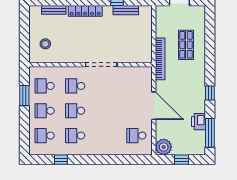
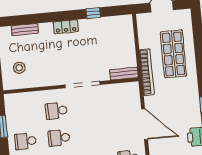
bench: (126, 10) -> (124, 74), moved
locker: (85, 11) -> (66, 27), width x0.66
shop shelf: (186, 45) -> (173, 54), width x1.43, depth x1.36
school desk: (45, 86) -> (23, 114), removed

